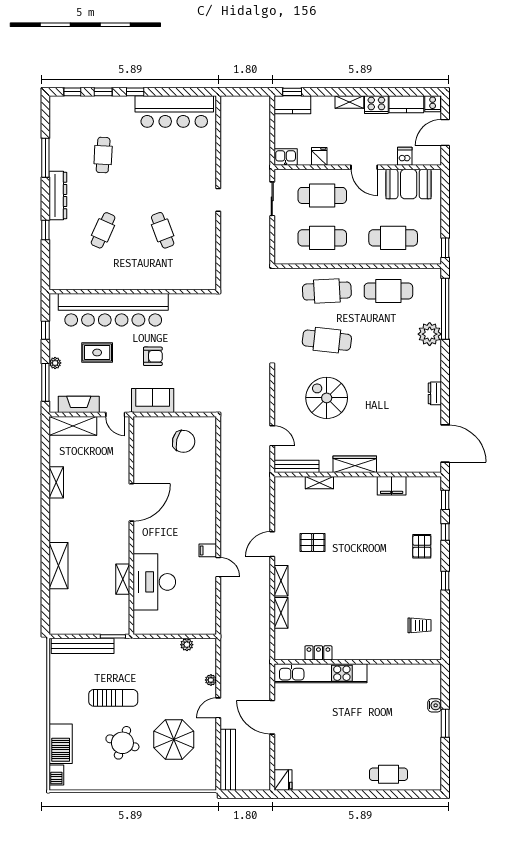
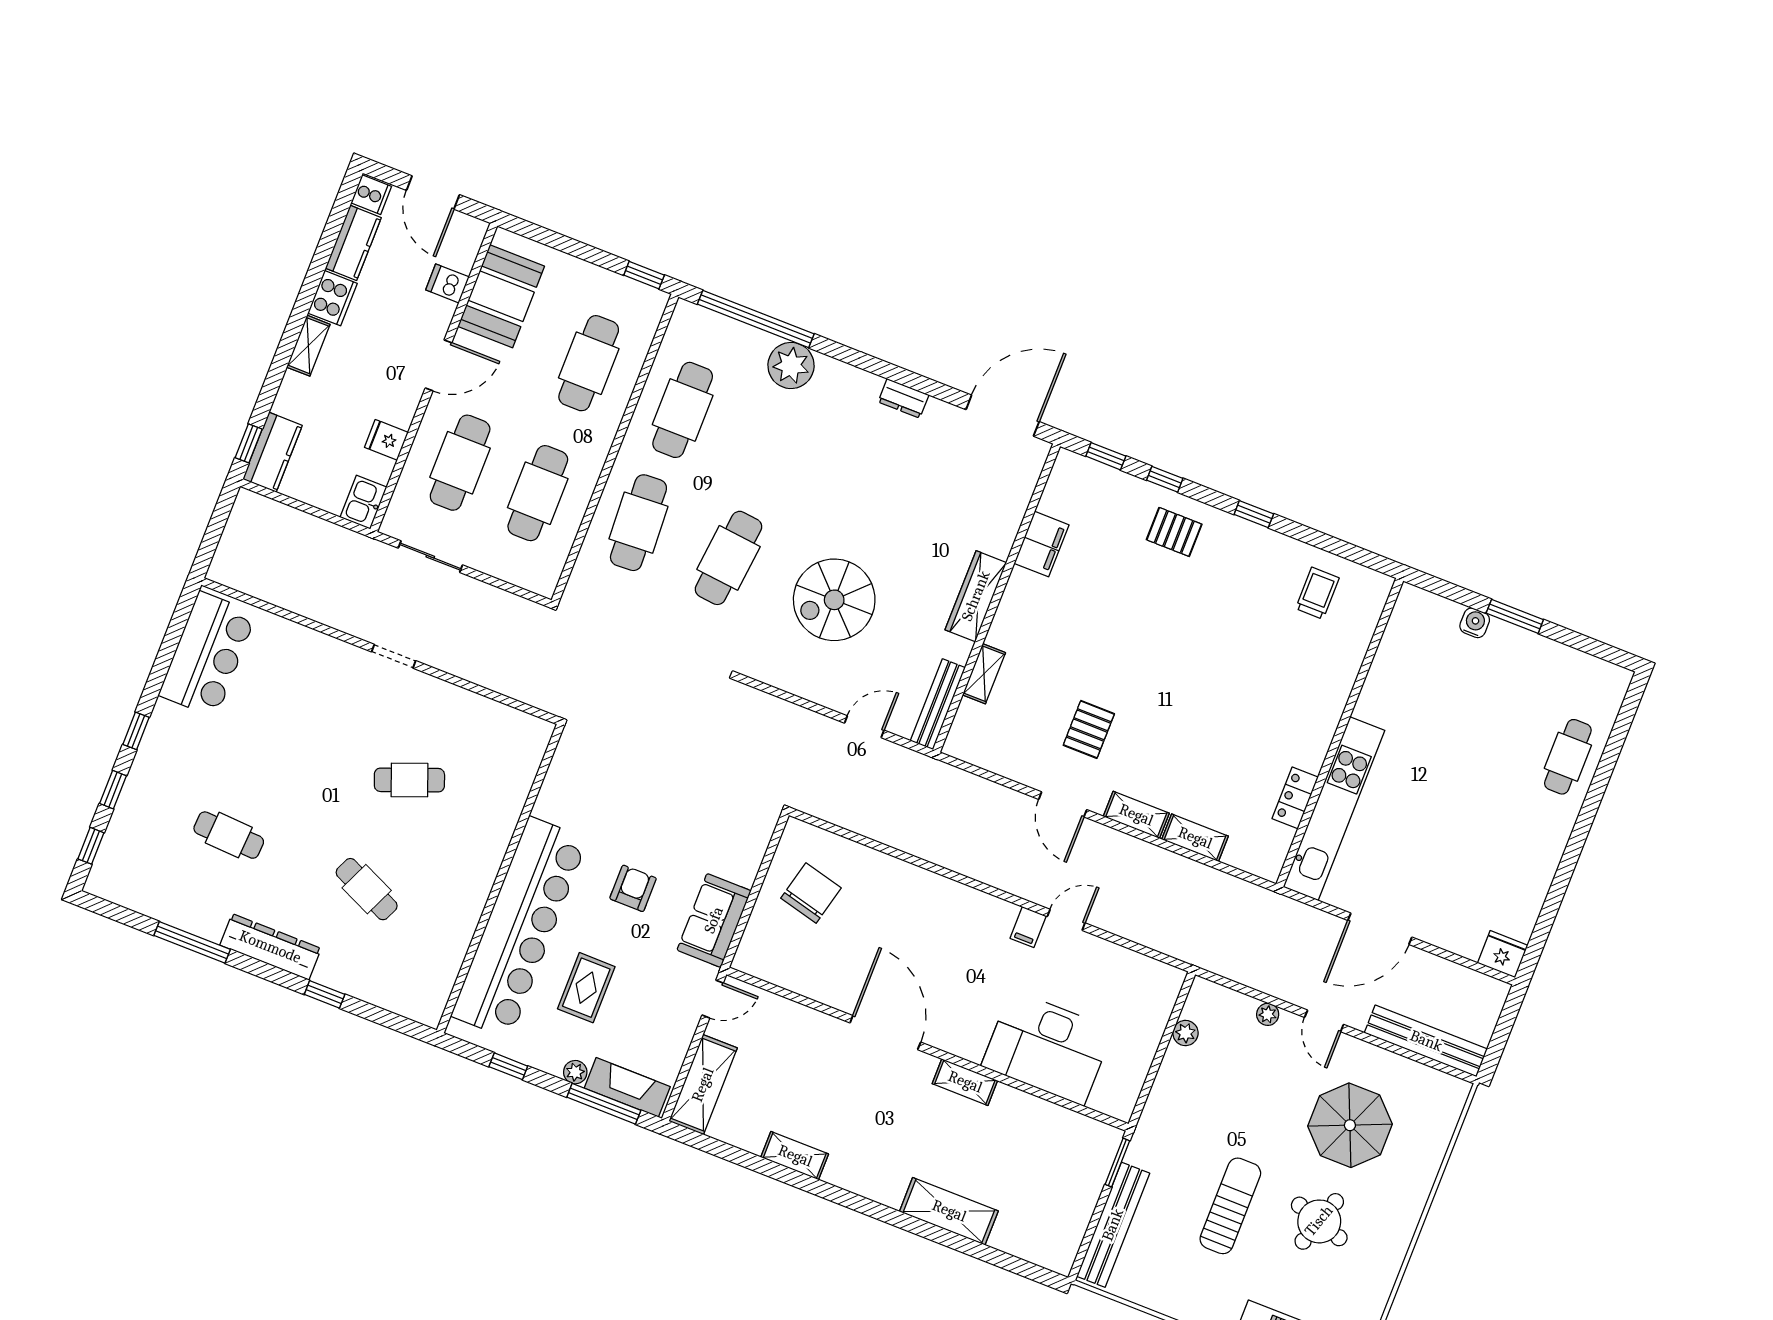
bar counter: (174, 112) -> (208, 654), width x0.73
fireplace: (79, 404) -> (627, 1087), moved, turned 90
shelving: (123, 579) -> (965, 1082), moved

